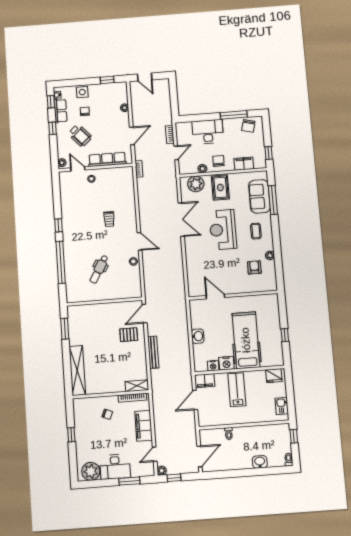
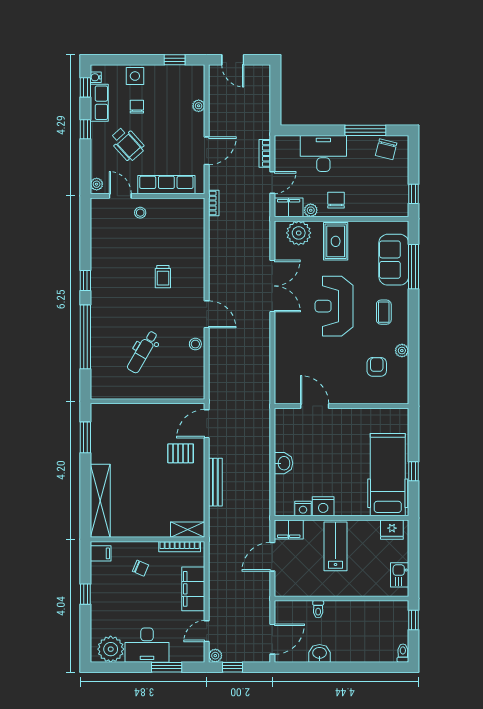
filing cabinet: (244, 164) -> (289, 207), moved
hospital bed: (246, 340) -> (388, 475), moved
filing cabinet: (80, 406) -> (101, 553), added
washbasin: (260, 462) -> (320, 653), moved

